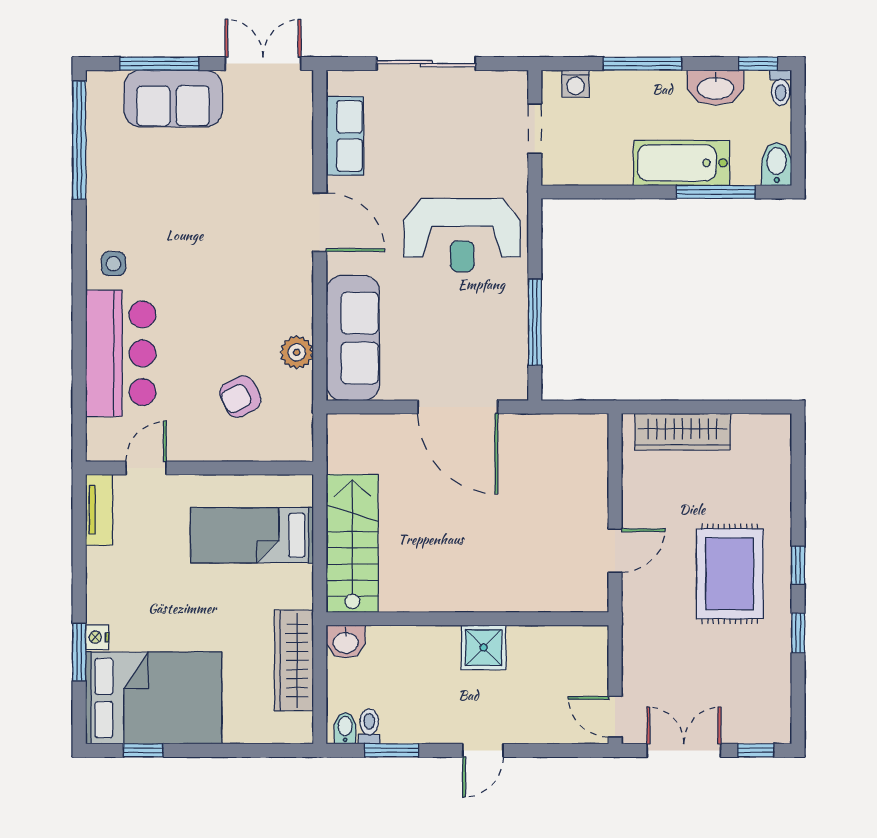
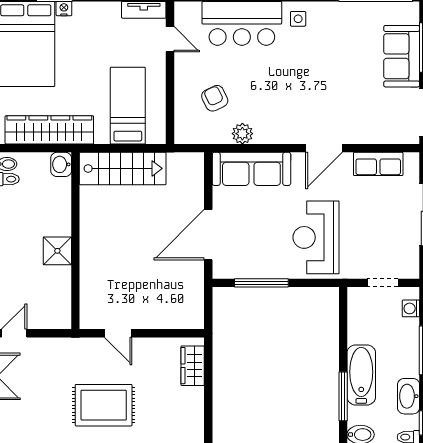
wardrobe: (683, 432) -> (193, 366), width x0.67
wardrobe: (294, 660) -> (49, 130), width x1.40, depth x1.17

